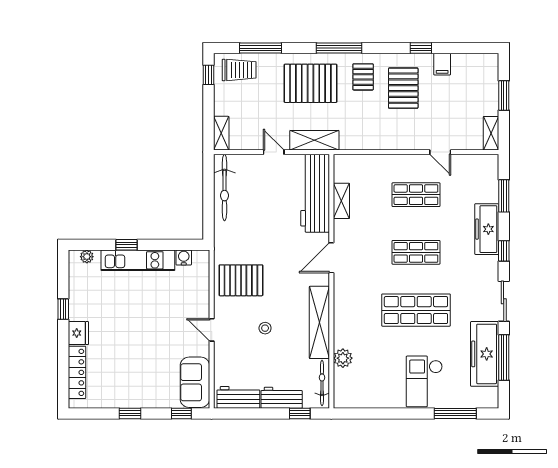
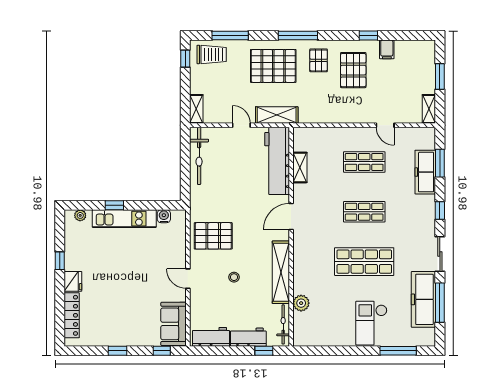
freezer: (487, 229) -> (425, 172), moved

